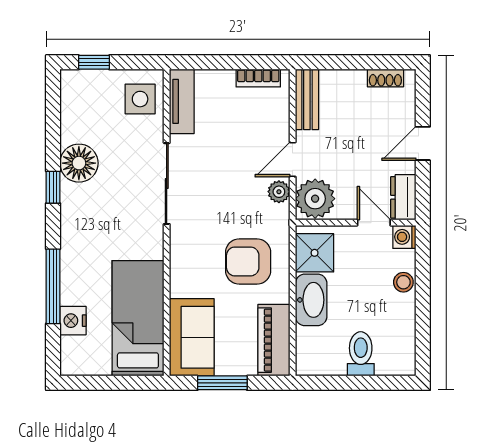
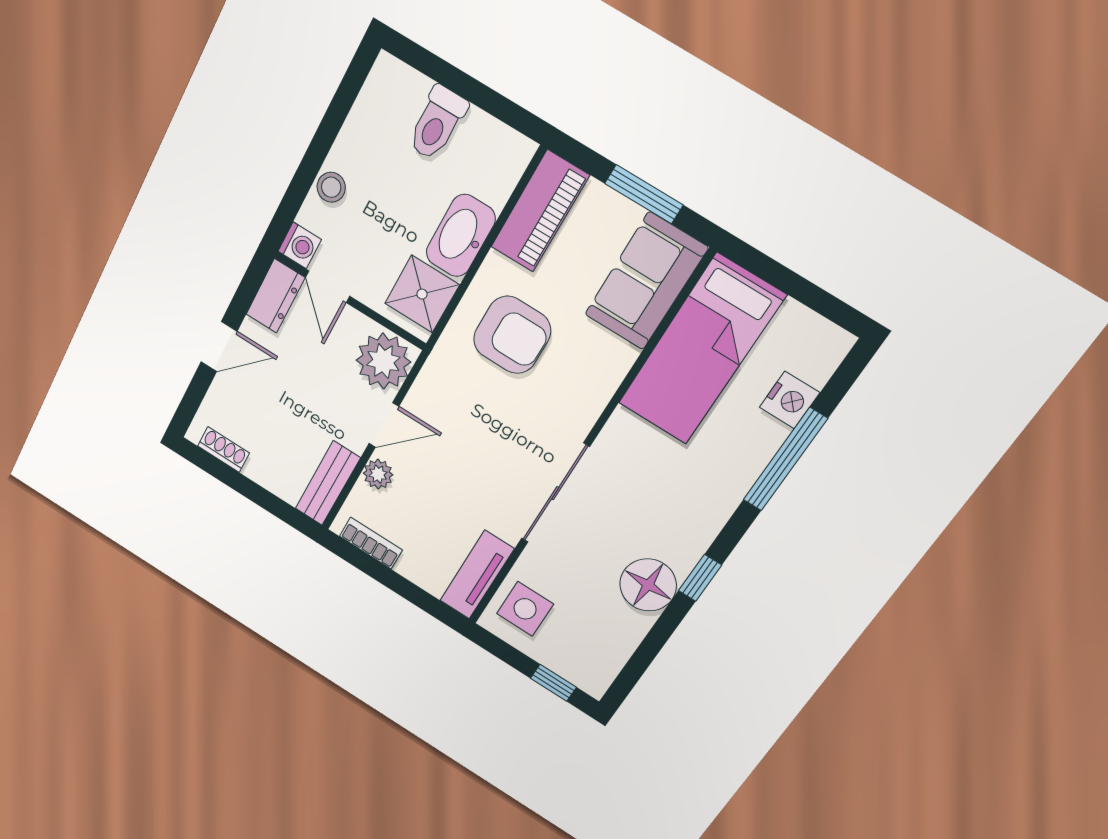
plant: (279, 192) -> (378, 474), moved

